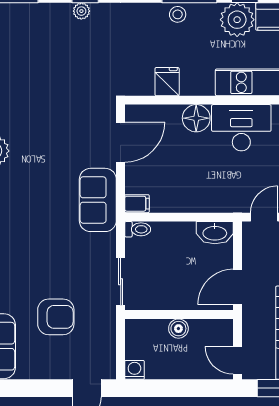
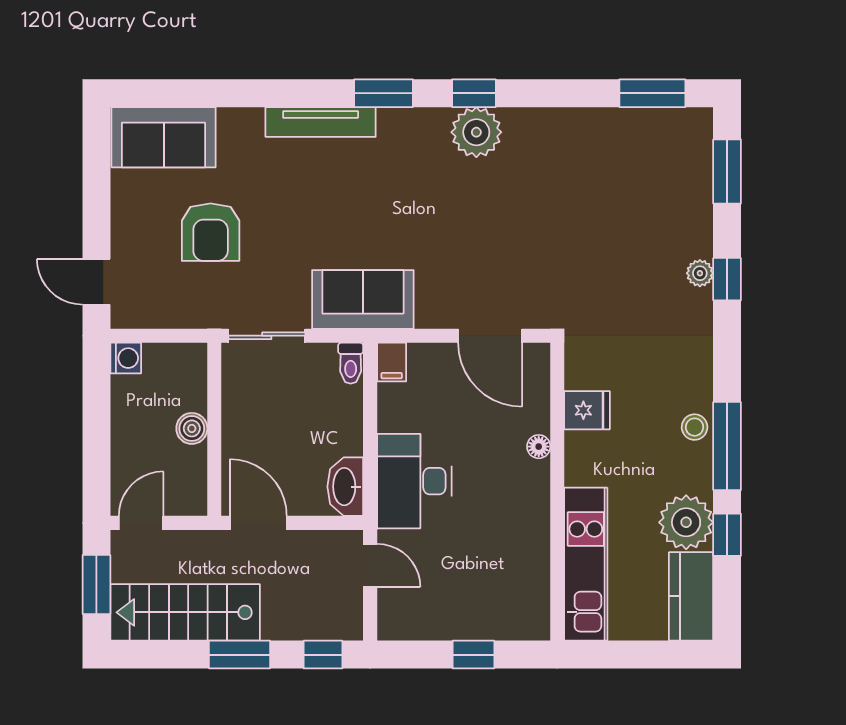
floor lamp: (196, 118) -> (539, 447), width x0.53, depth x0.53
desk: (241, 128) -> (414, 481), moved, turned 180
sofa: (98, 200) -> (363, 299), moved

